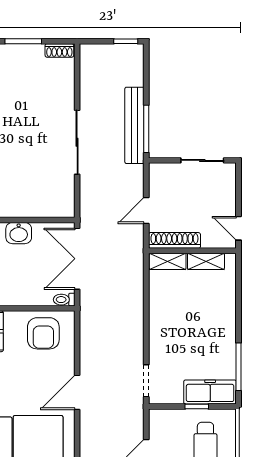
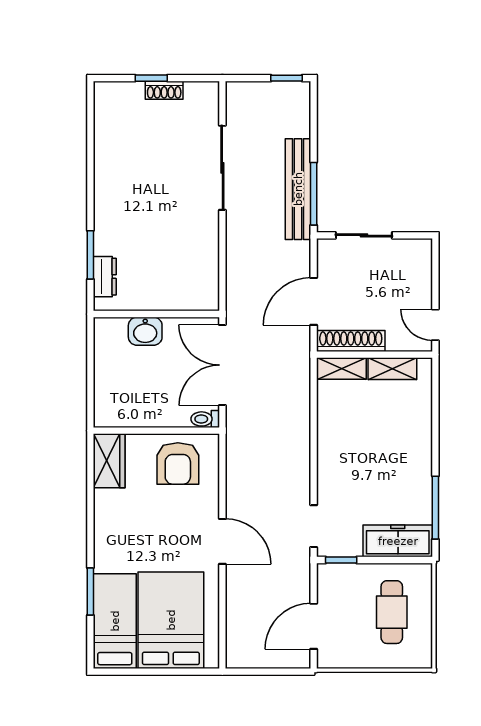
window: (23, 41) -> (151, 78), width x0.67
shoe rack: (59, 50) -> (164, 90), moved
sliding door: (77, 142) -> (222, 168), moved
sliding door: (202, 160) -> (364, 235), moved
door: (146, 210) -> (314, 301), width x1.38
door: (77, 392) -> (222, 541), swing flipped
window: (197, 406) -> (341, 560), moved

